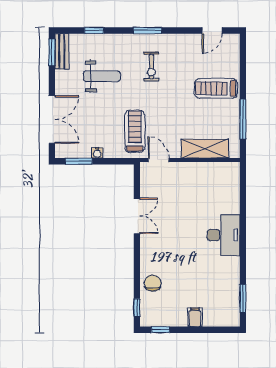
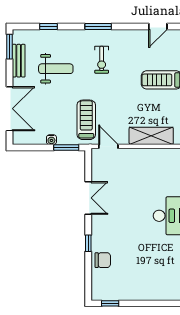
bench: (62, 51) -> (19, 61), moved
window: (79, 161) -> (66, 147), moved
chair: (153, 283) -> (103, 260), turned 90
window: (137, 308) -> (88, 243), moved
filing cabinet: (195, 317) -> (142, 292), removed

